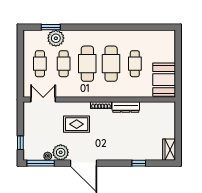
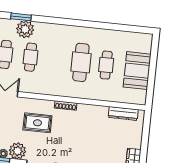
cafe table: (87, 64) -> (56, 60), removed
booth: (164, 80) -> (137, 71), moved
dresser: (126, 107) -> (123, 113), moved

